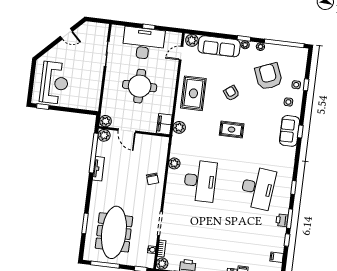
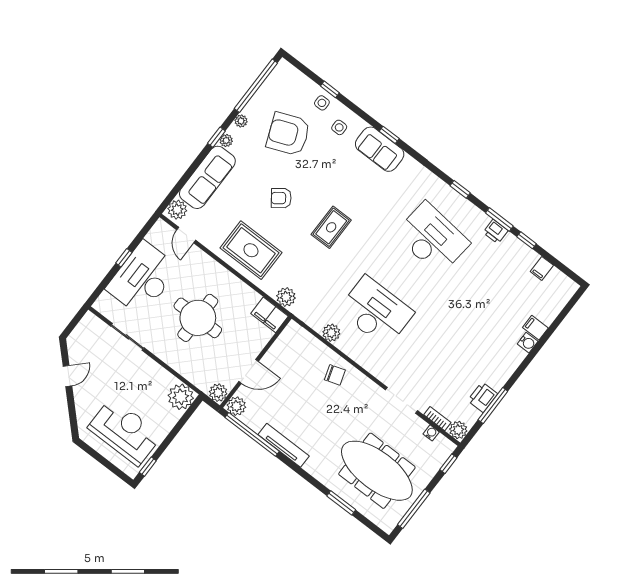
plant: (91, 102) -> (181, 397), added
tv unit: (98, 169) -> (284, 445), width x1.41

